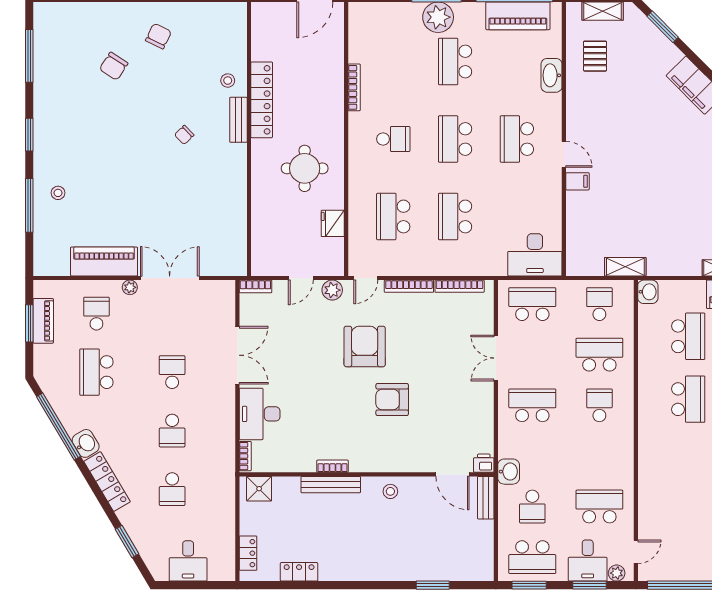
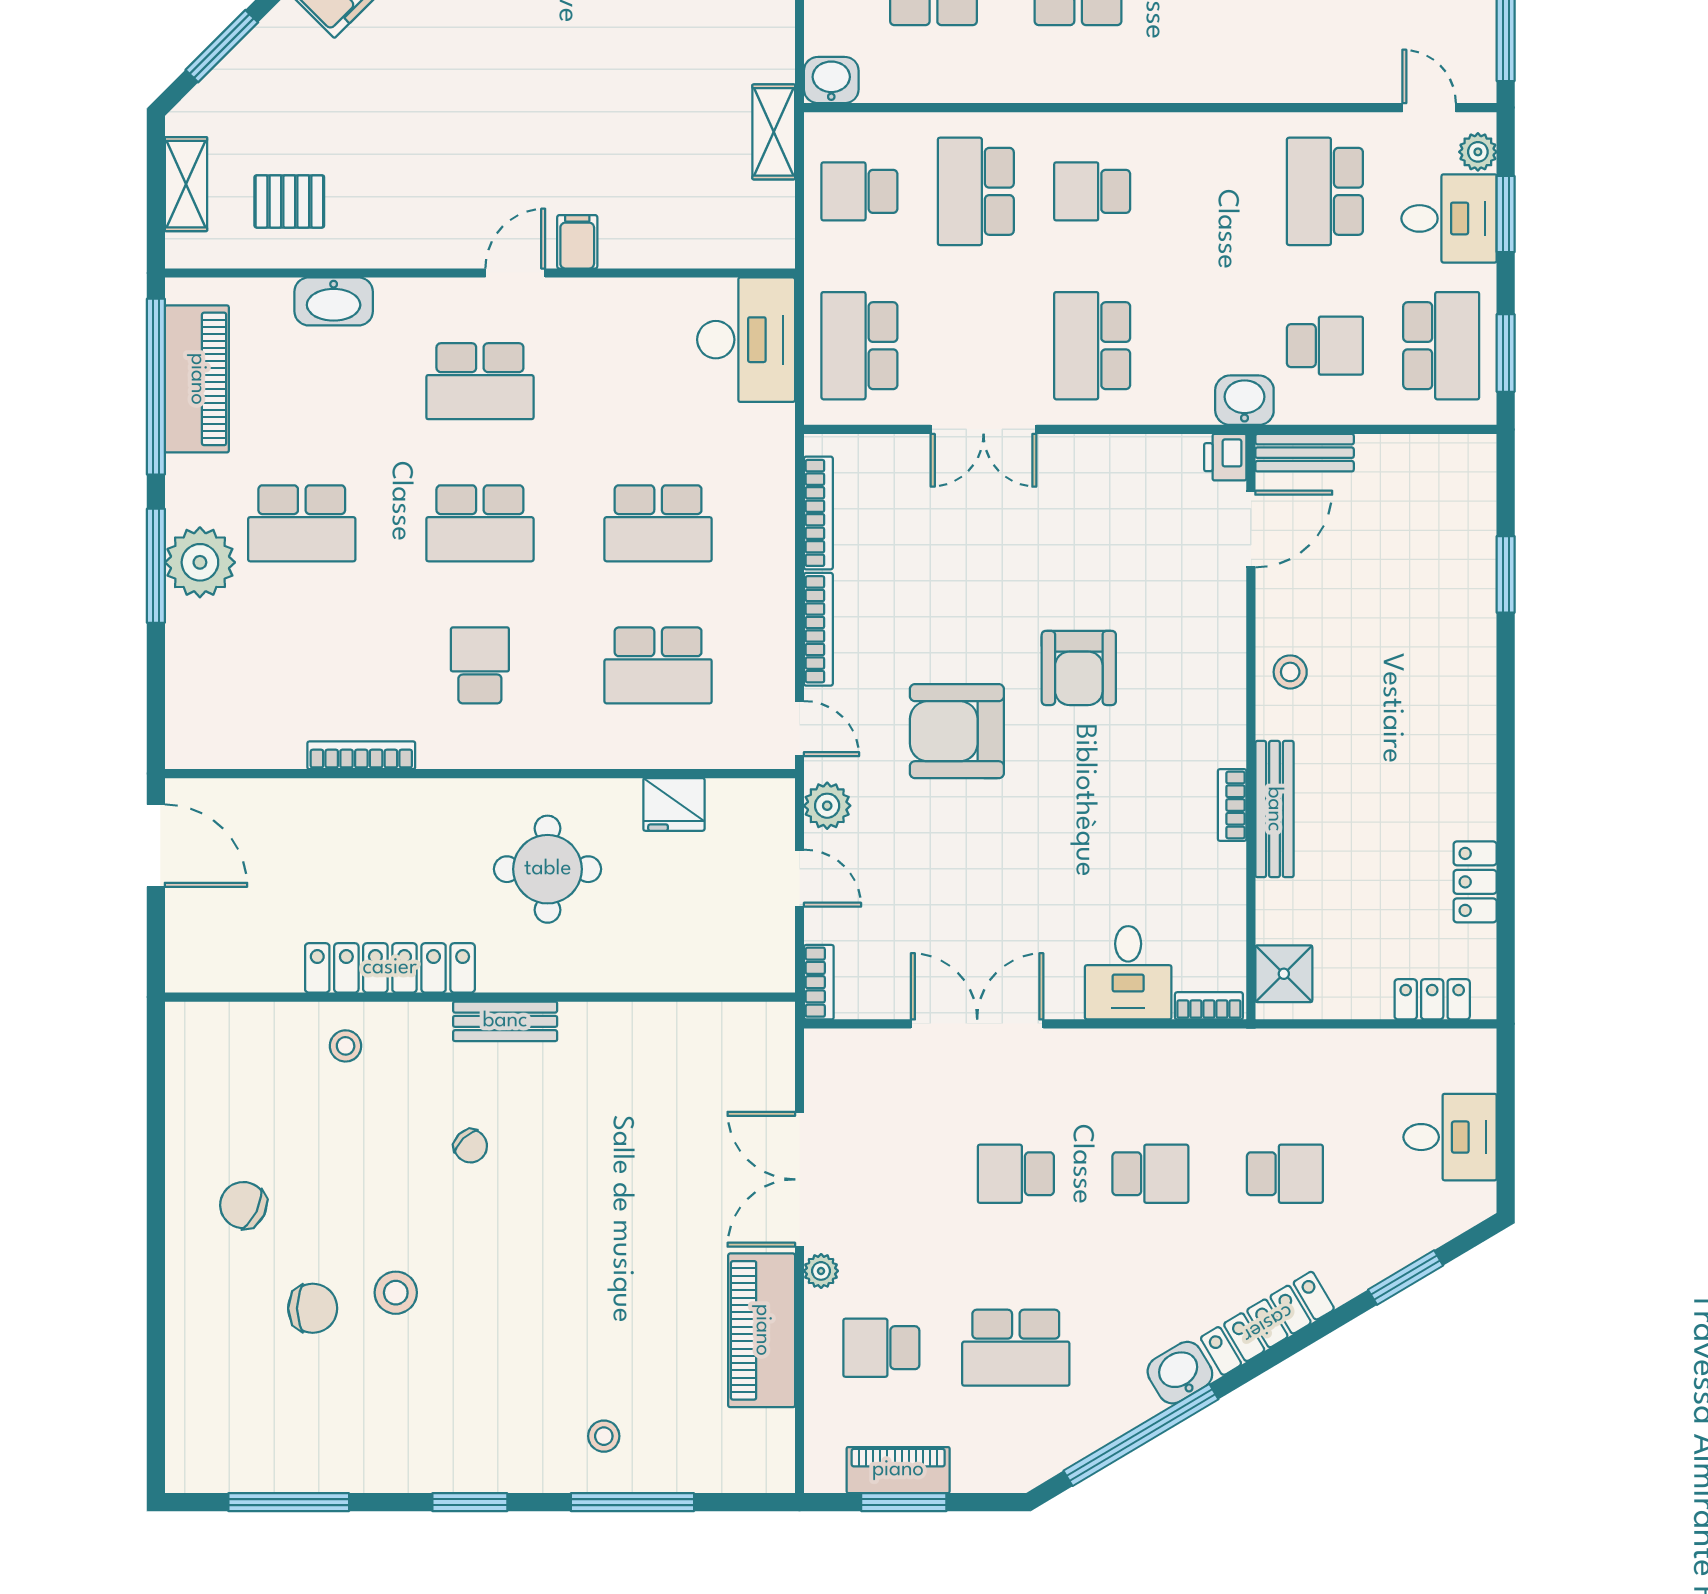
chair: (114, 66) -> (313, 1308), turned -33
stool: (120, 102) -> (396, 1293), added
bench: (238, 120) -> (505, 1021), moved
desk: (260, 414) -> (1128, 973), width x0.73

